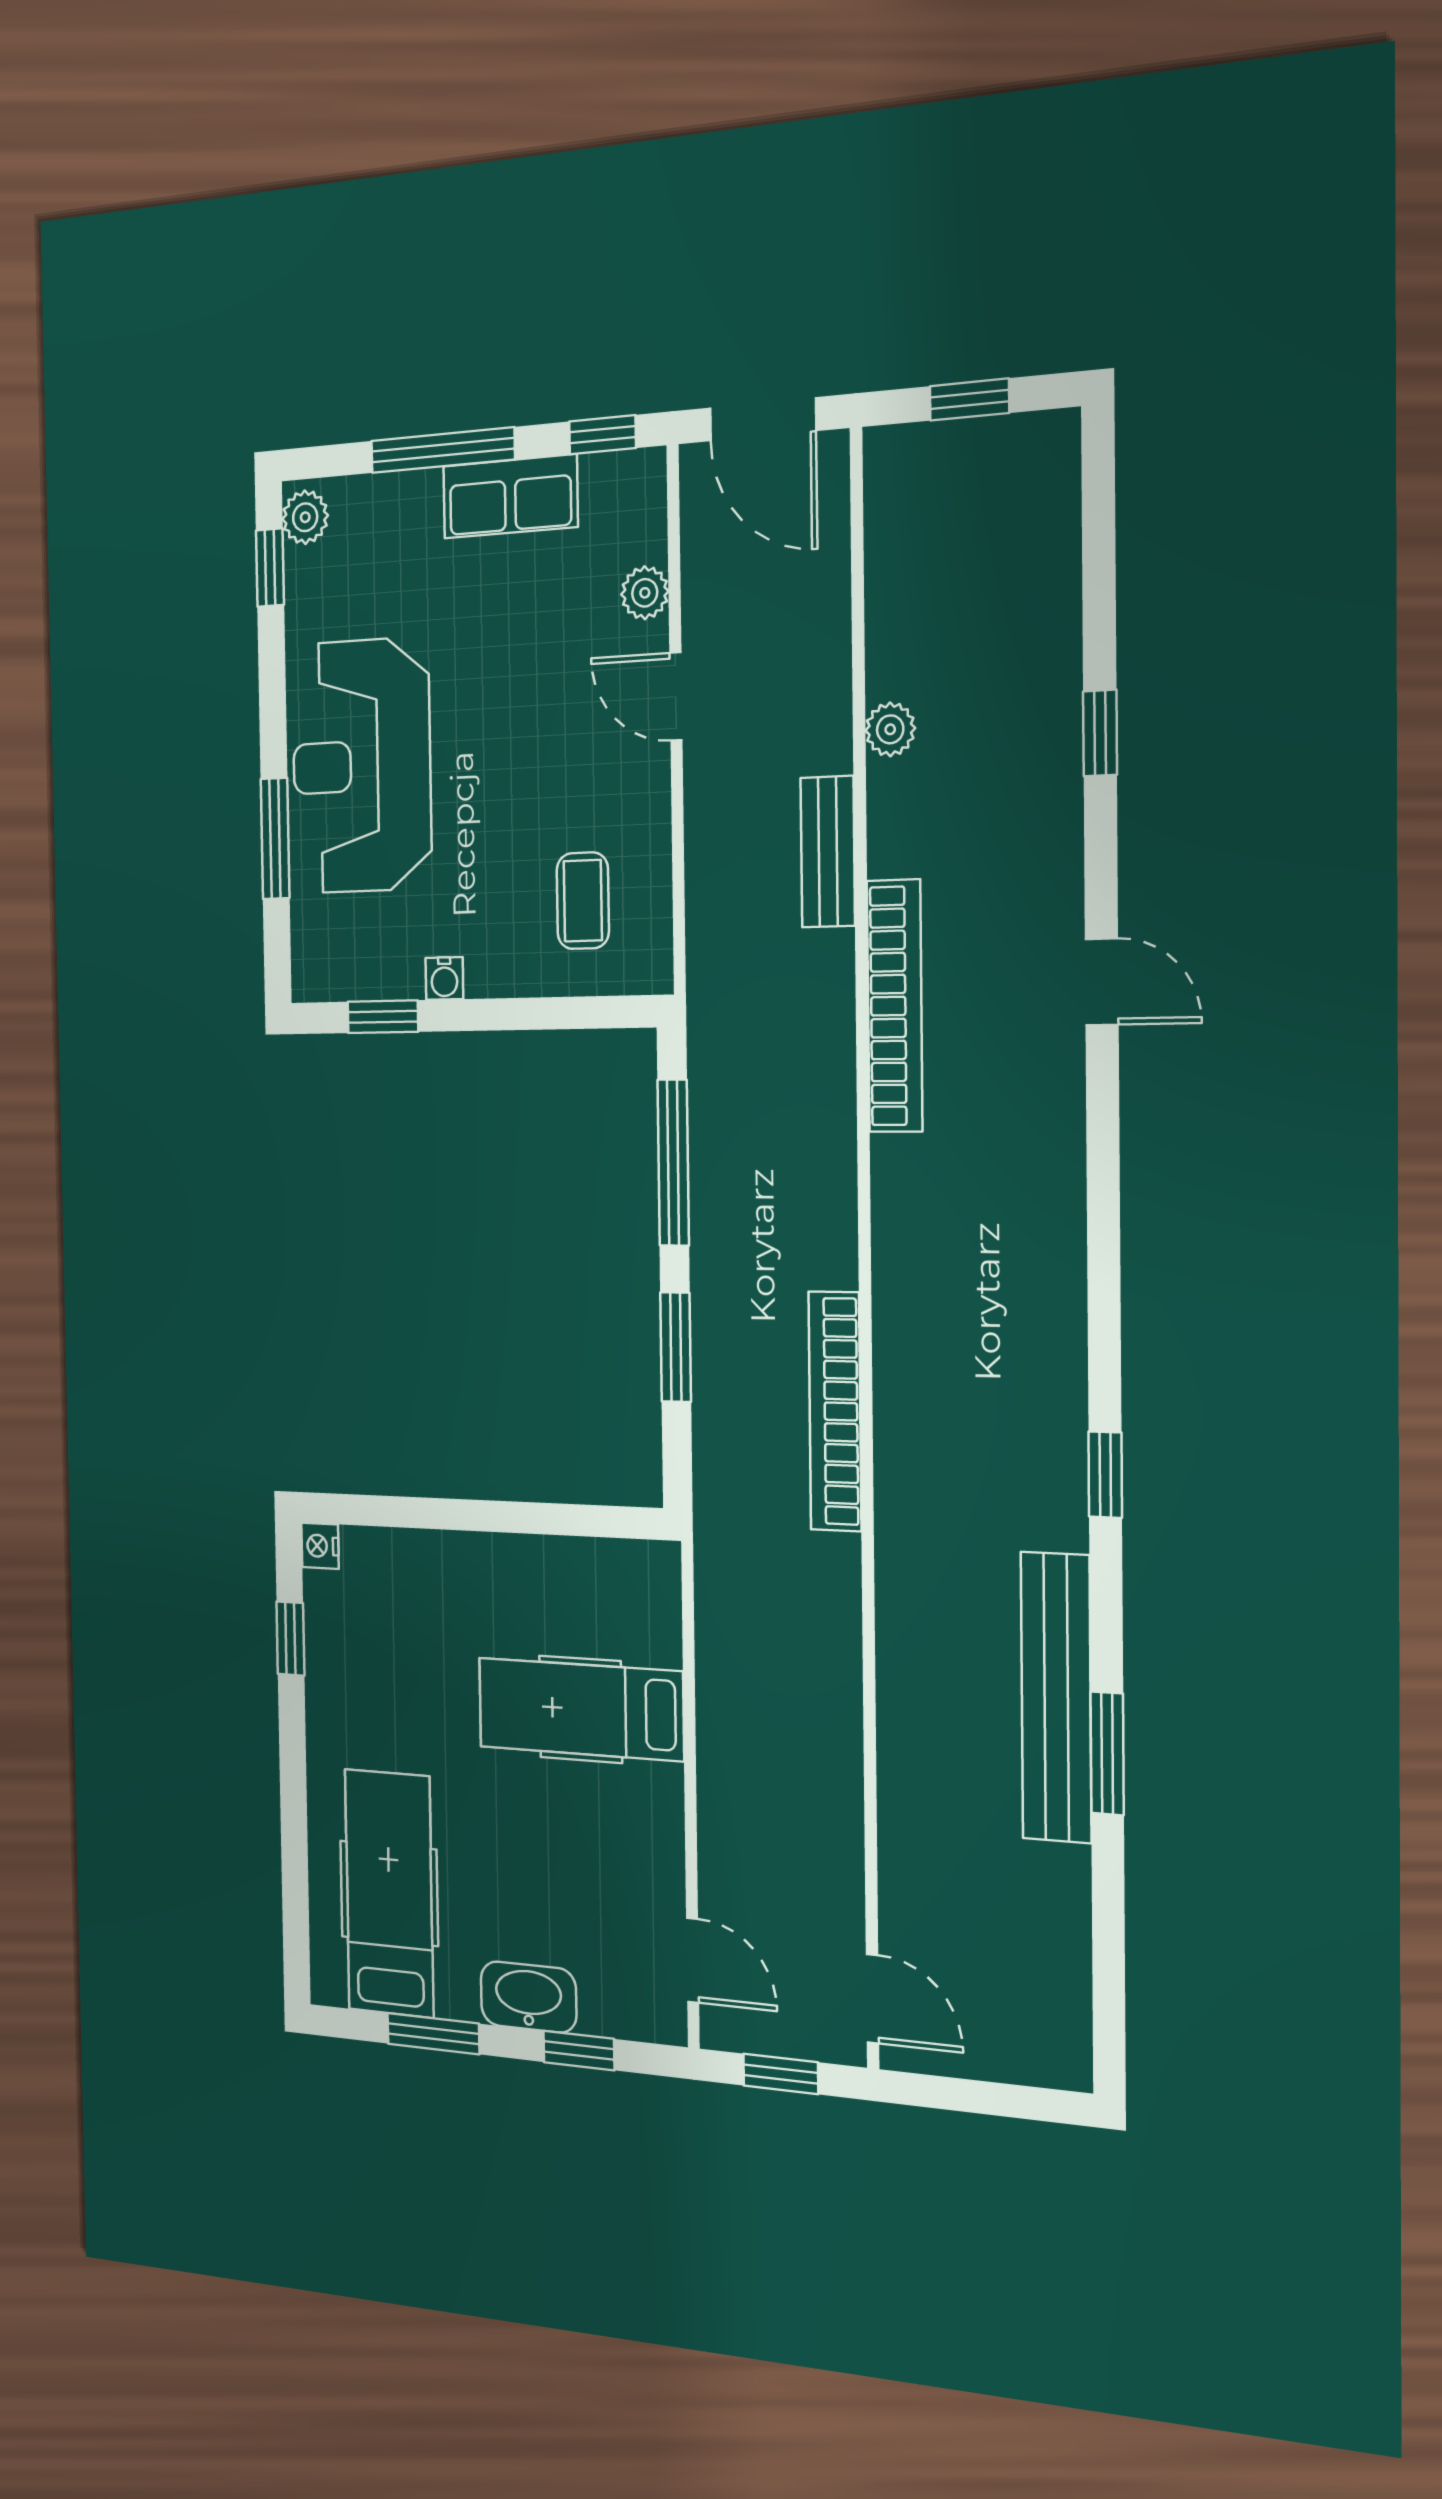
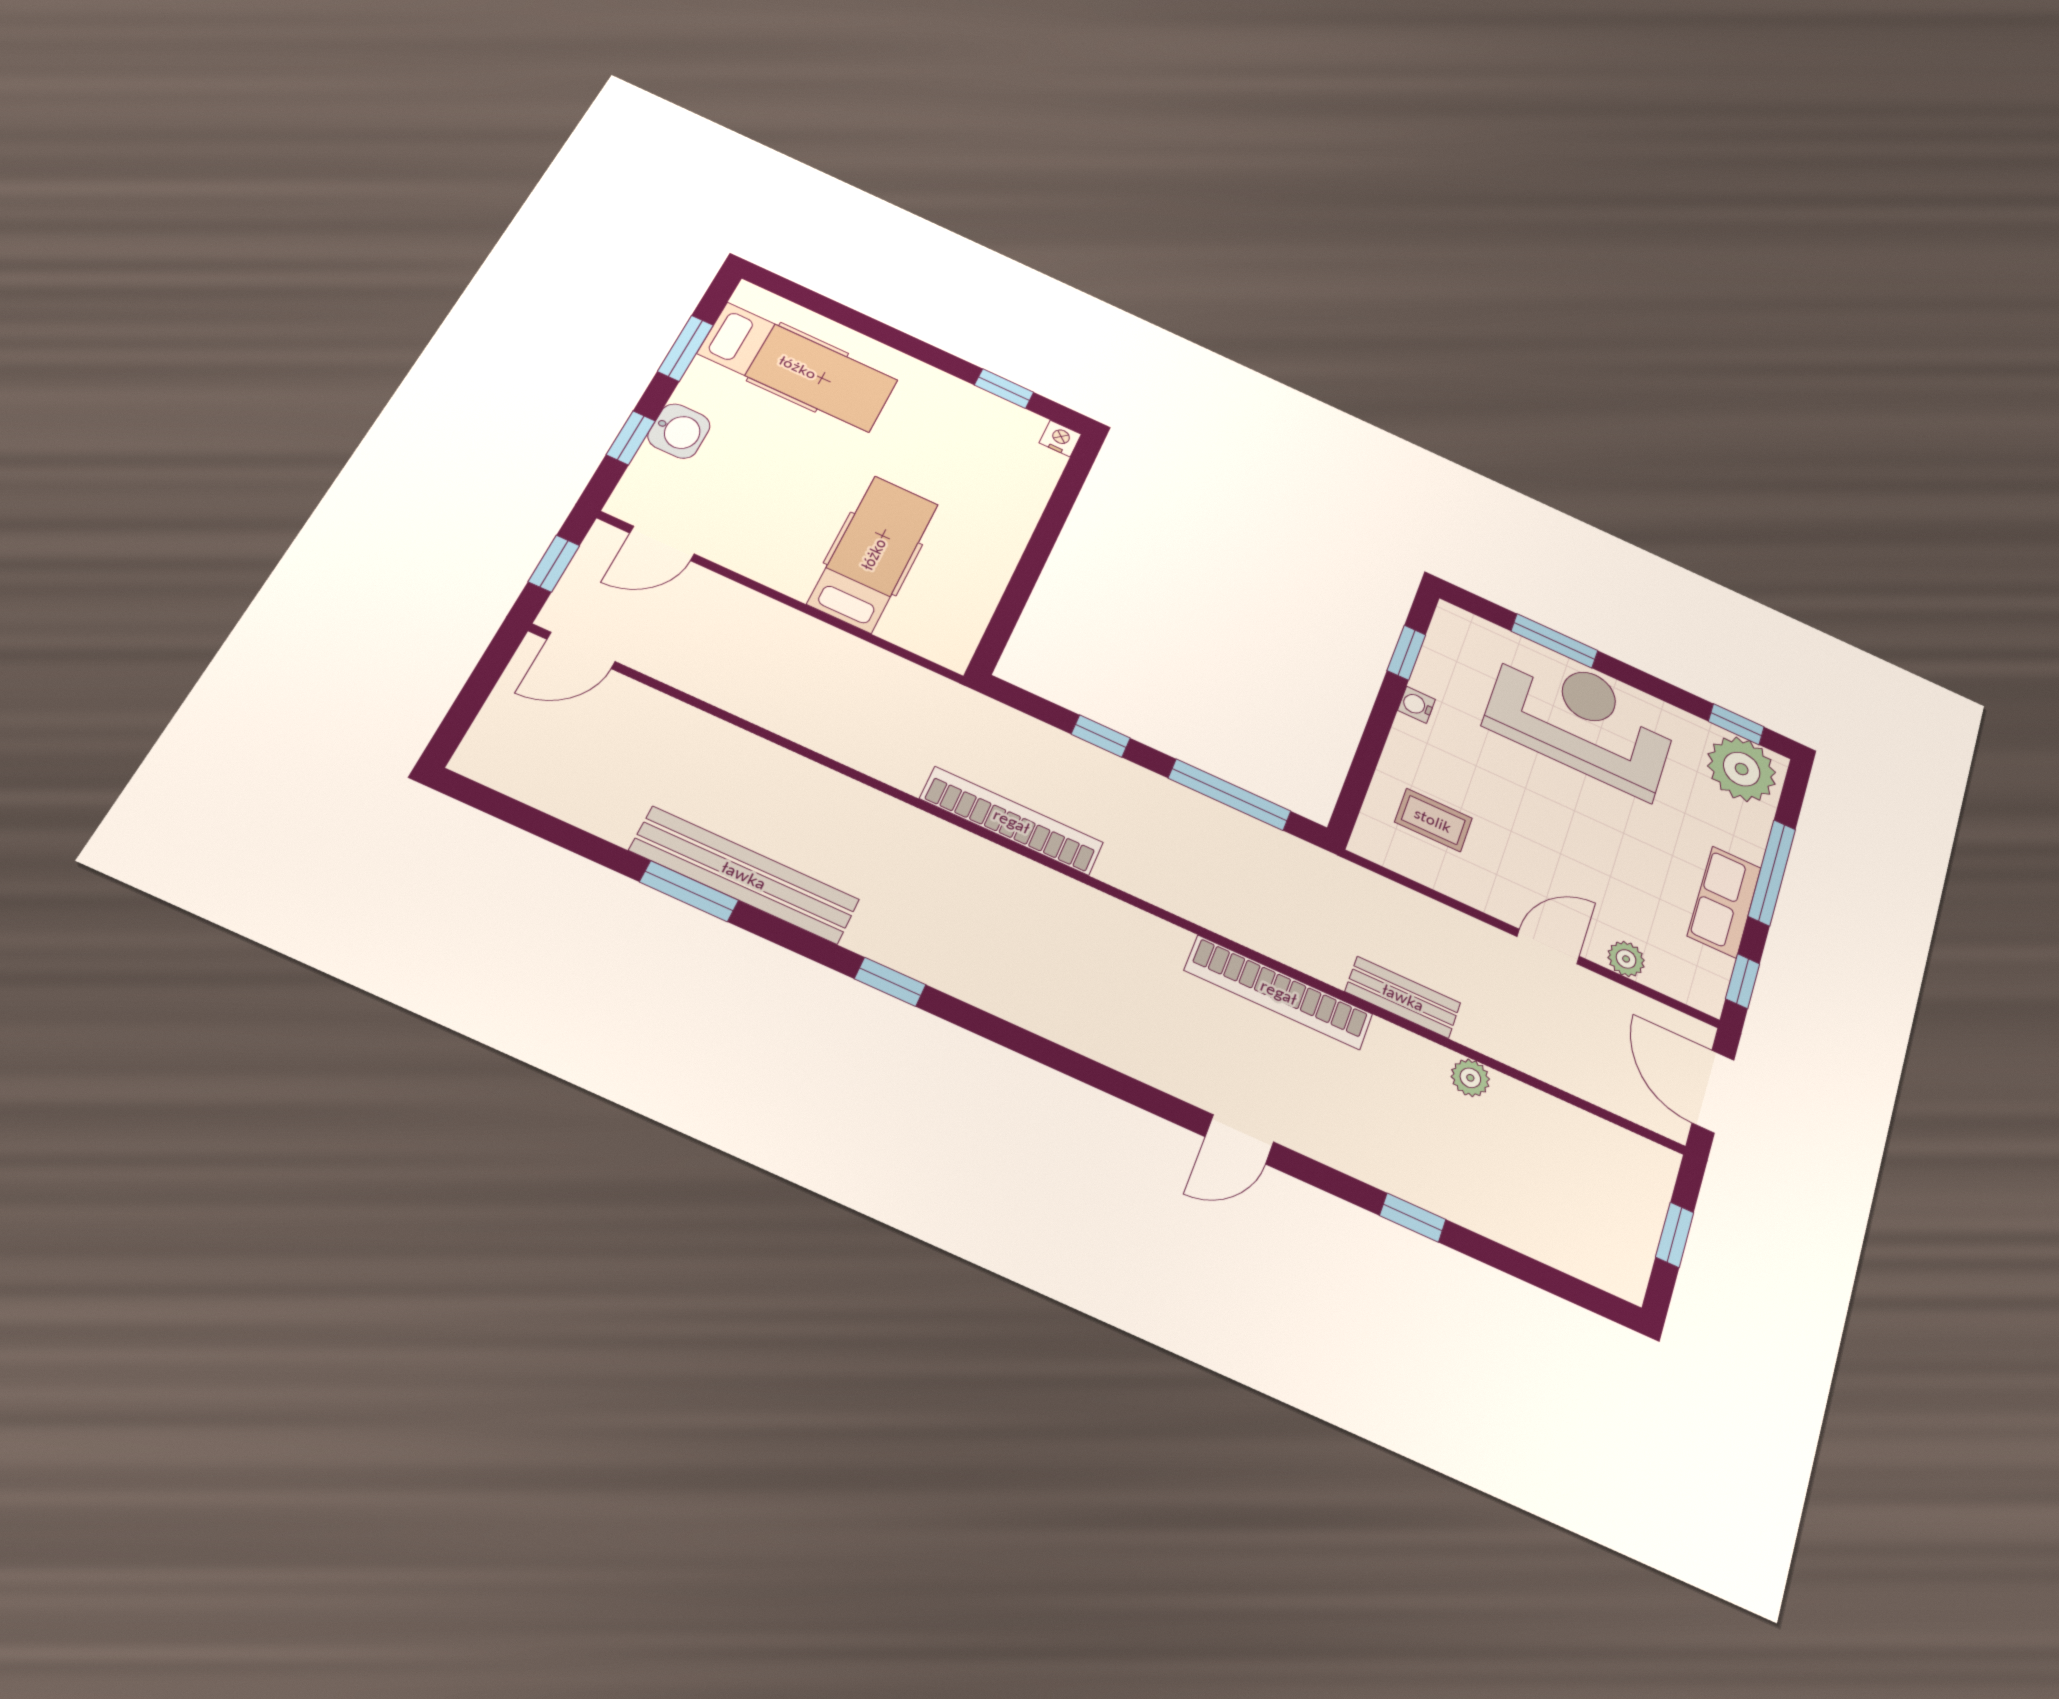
door: (763, 419) -> (1713, 1091), hinge flipped
plant: (305, 517) -> (1742, 769), width x1.88, depth x1.88
window: (676, 1347) -> (1101, 736), width x0.67
washbasin: (528, 1997) -> (679, 431), width x0.72

